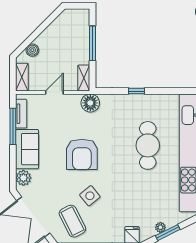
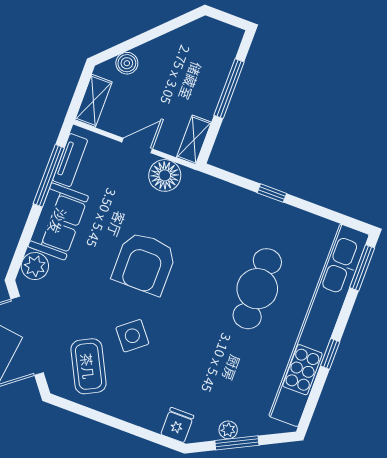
floor lamp: (90, 103) -> (165, 175), moved

